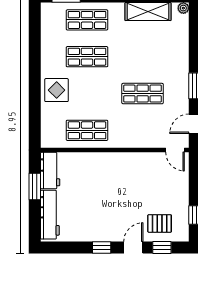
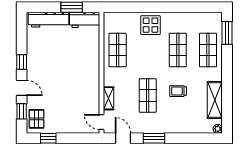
trolley: (137, 56) -> (178, 91), added
shelving: (146, 141) -> (109, 98), added
door: (175, 150) -> (101, 122), hinge flipped
pallet: (160, 223) -> (36, 119), moved

